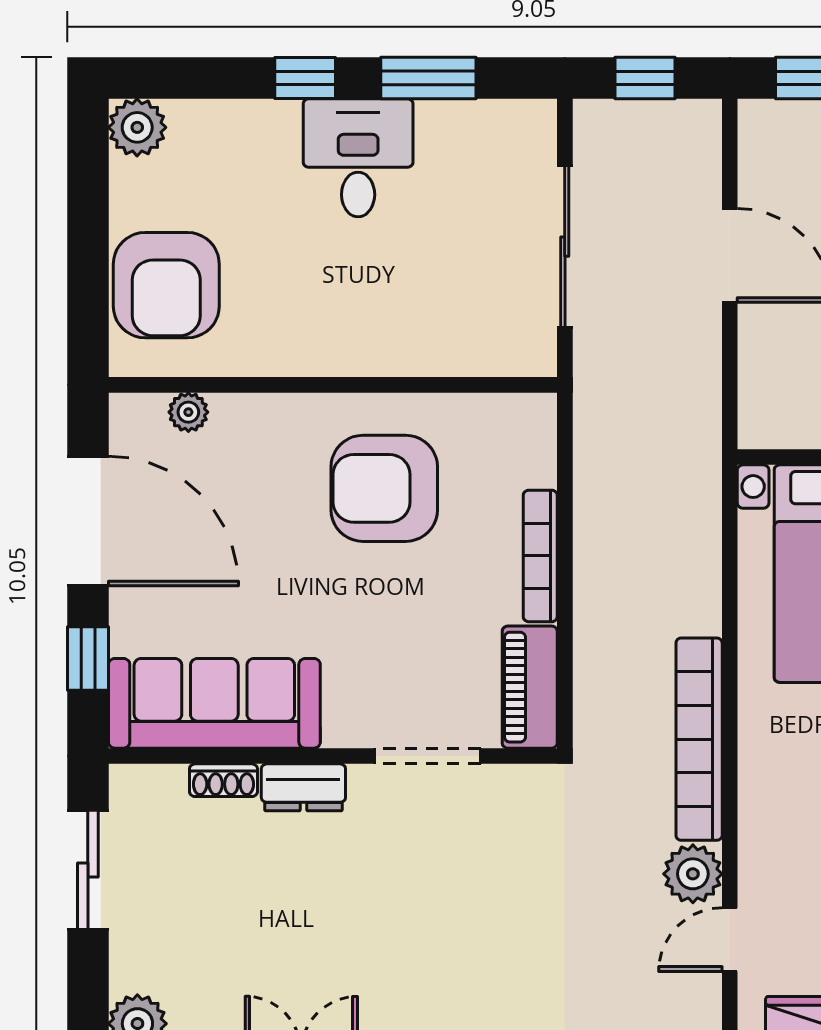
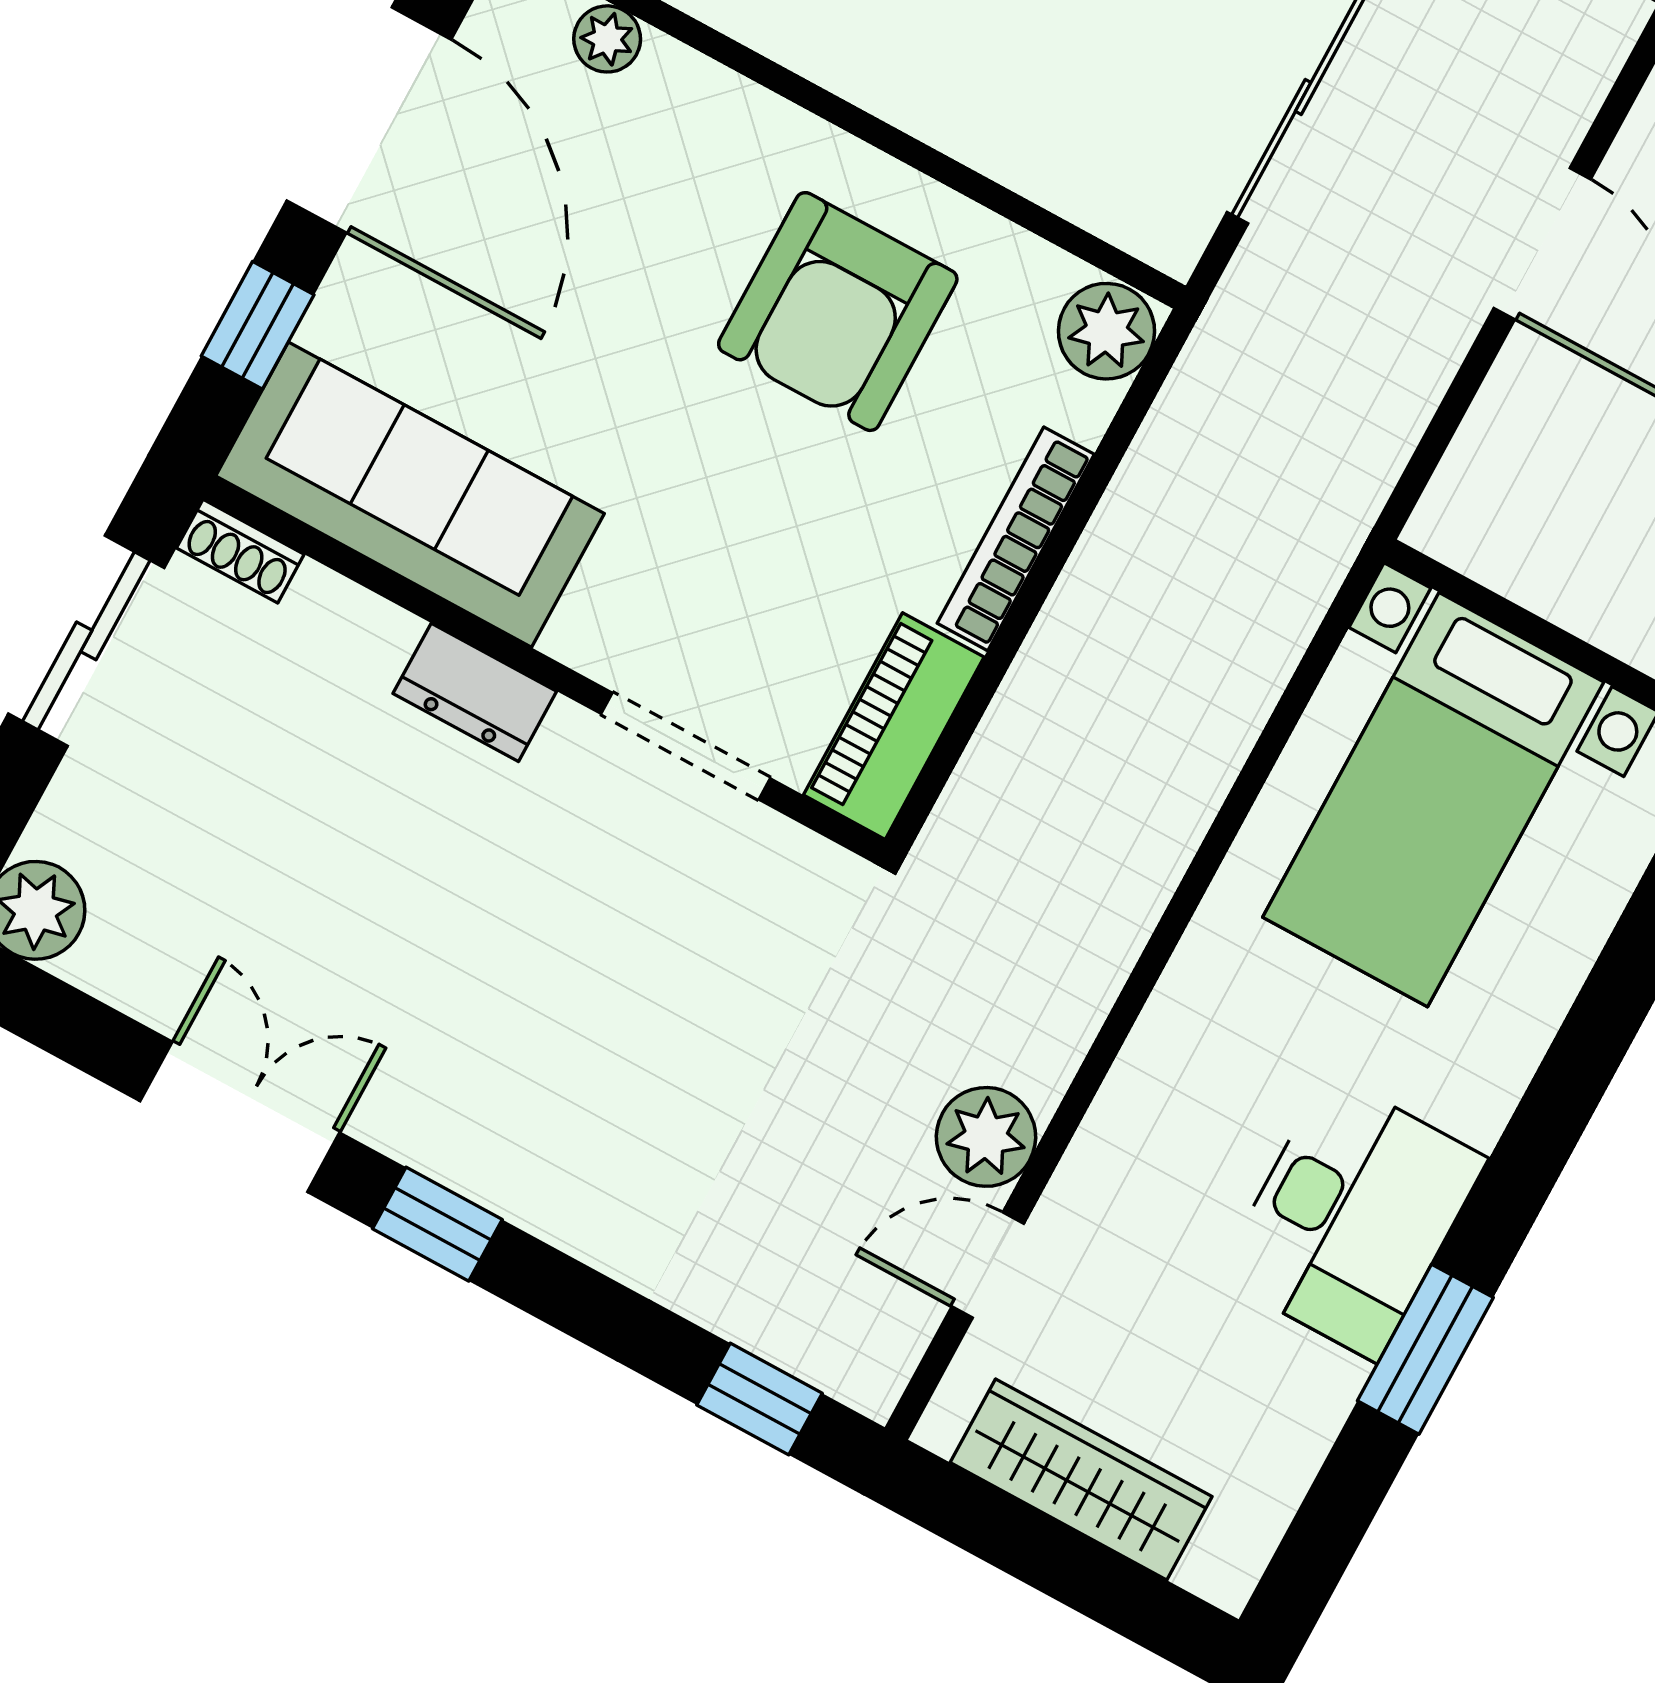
plant: (529, 423) -> (1107, 331), added
armchair: (384, 488) -> (838, 312), turned -90
bookcase: (699, 739) -> (1104, 941), removed
shoe rack: (223, 780) -> (240, 551), moved

